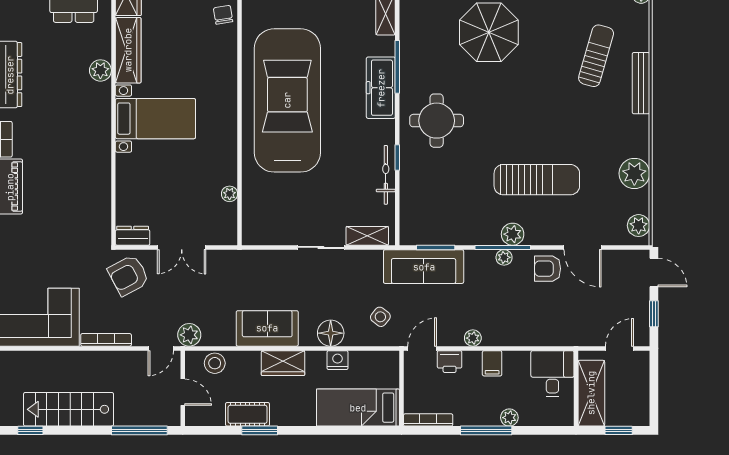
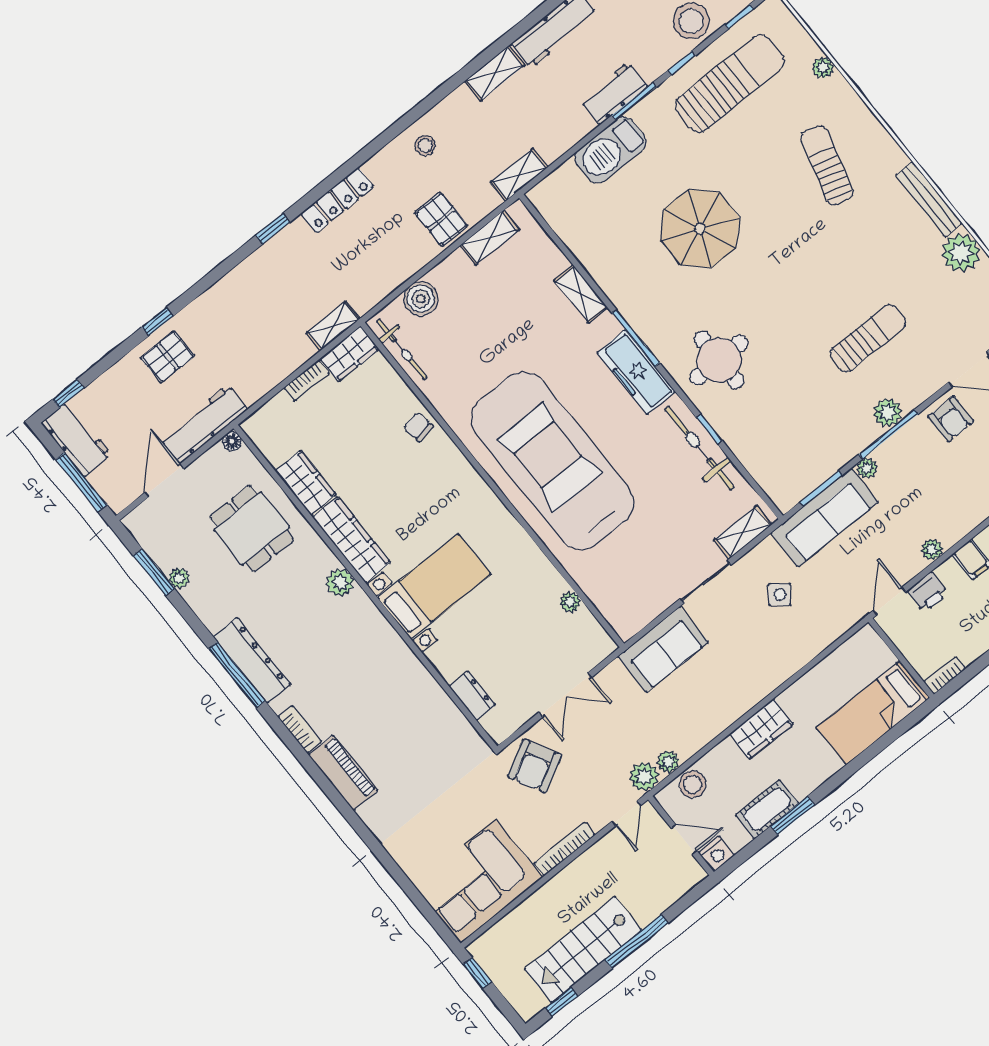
bench: (641, 83) -> (929, 199), moved
bicycle: (386, 175) -> (699, 448), width x1.37, depth x1.40
sun lounger: (537, 180) -> (868, 338), width x0.73, depth x0.75
dresser: (133, 236) -> (472, 696), moved, turned 90
plant: (504, 257) -> (867, 468), moved
armchair: (548, 269) -> (951, 419), turned -90
side table: (380, 317) -> (780, 595), moved
sofa: (267, 328) -> (663, 649), moved, turned 180
floor lamp: (331, 333) -> (785, 660), removed
plant: (211, 338) -> (668, 762), added
nightstand: (337, 360) -> (717, 854), moved, turned 180
bookcase: (428, 420) -> (945, 675), width x0.64
window: (139, 430) -> (637, 941), moved

